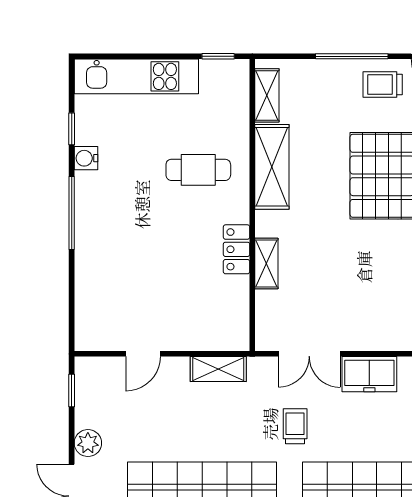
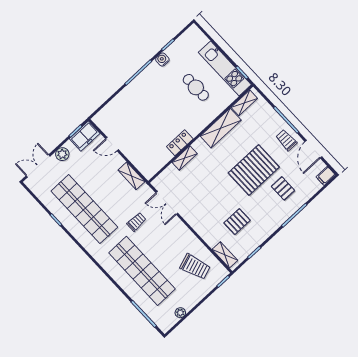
kitchen unit: (136, 76) -> (225, 68), moved
cafe table: (198, 170) -> (196, 87), moved
freezer: (369, 374) -> (85, 136), moved, turned -90

